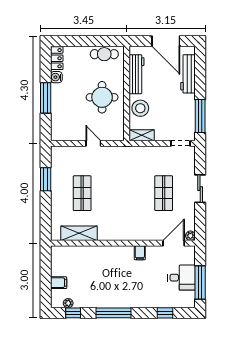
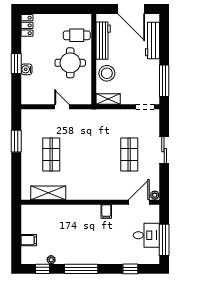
cafe table: (104, 54) -> (77, 35), moved
water cooler: (56, 77) -> (27, 69), moved
window: (46, 98) -> (16, 63), width x0.69
plant: (68, 303) -> (51, 260), moved

